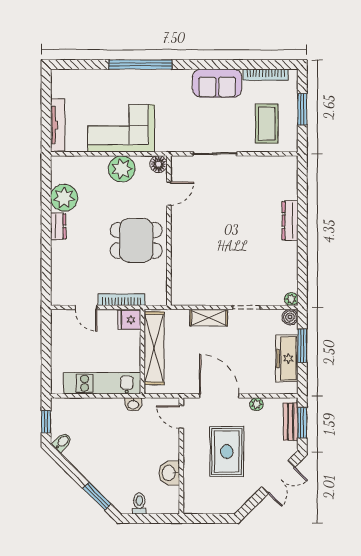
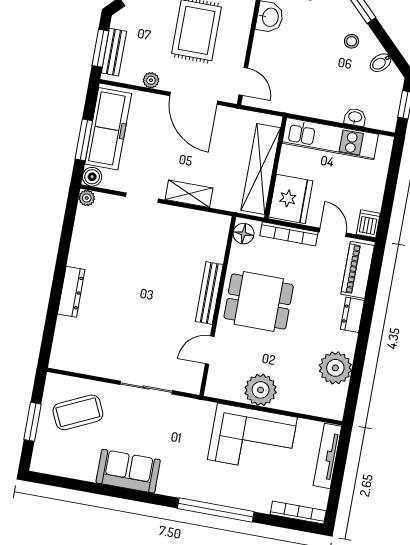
bookcase: (266, 75) -> (298, 513), moved
coffee table: (267, 124) -> (78, 412), turned 65
floor lamp: (159, 164) -> (244, 234), moved
dresser: (58, 226) -> (352, 315), moved
bench: (178, 240) -> (209, 293), added
piano: (61, 281) -> (358, 270), added
dishwasher: (59, 320) -> (368, 224), added
fridge: (129, 320) -> (291, 199), width x1.88, depth x1.34
freezer: (287, 359) -> (108, 129), width x1.36, depth x1.26
washbasin: (133, 404) -> (355, 117), moved
bidet: (62, 442) -> (381, 63), moved
stool: (99, 465) -> (352, 41), added

